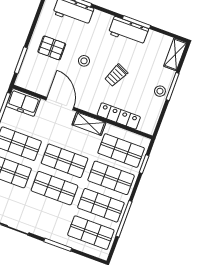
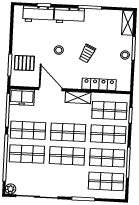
workbench: (128, 31) -> (69, 15), moved
pallet: (52, 48) -> (24, 63), moved

